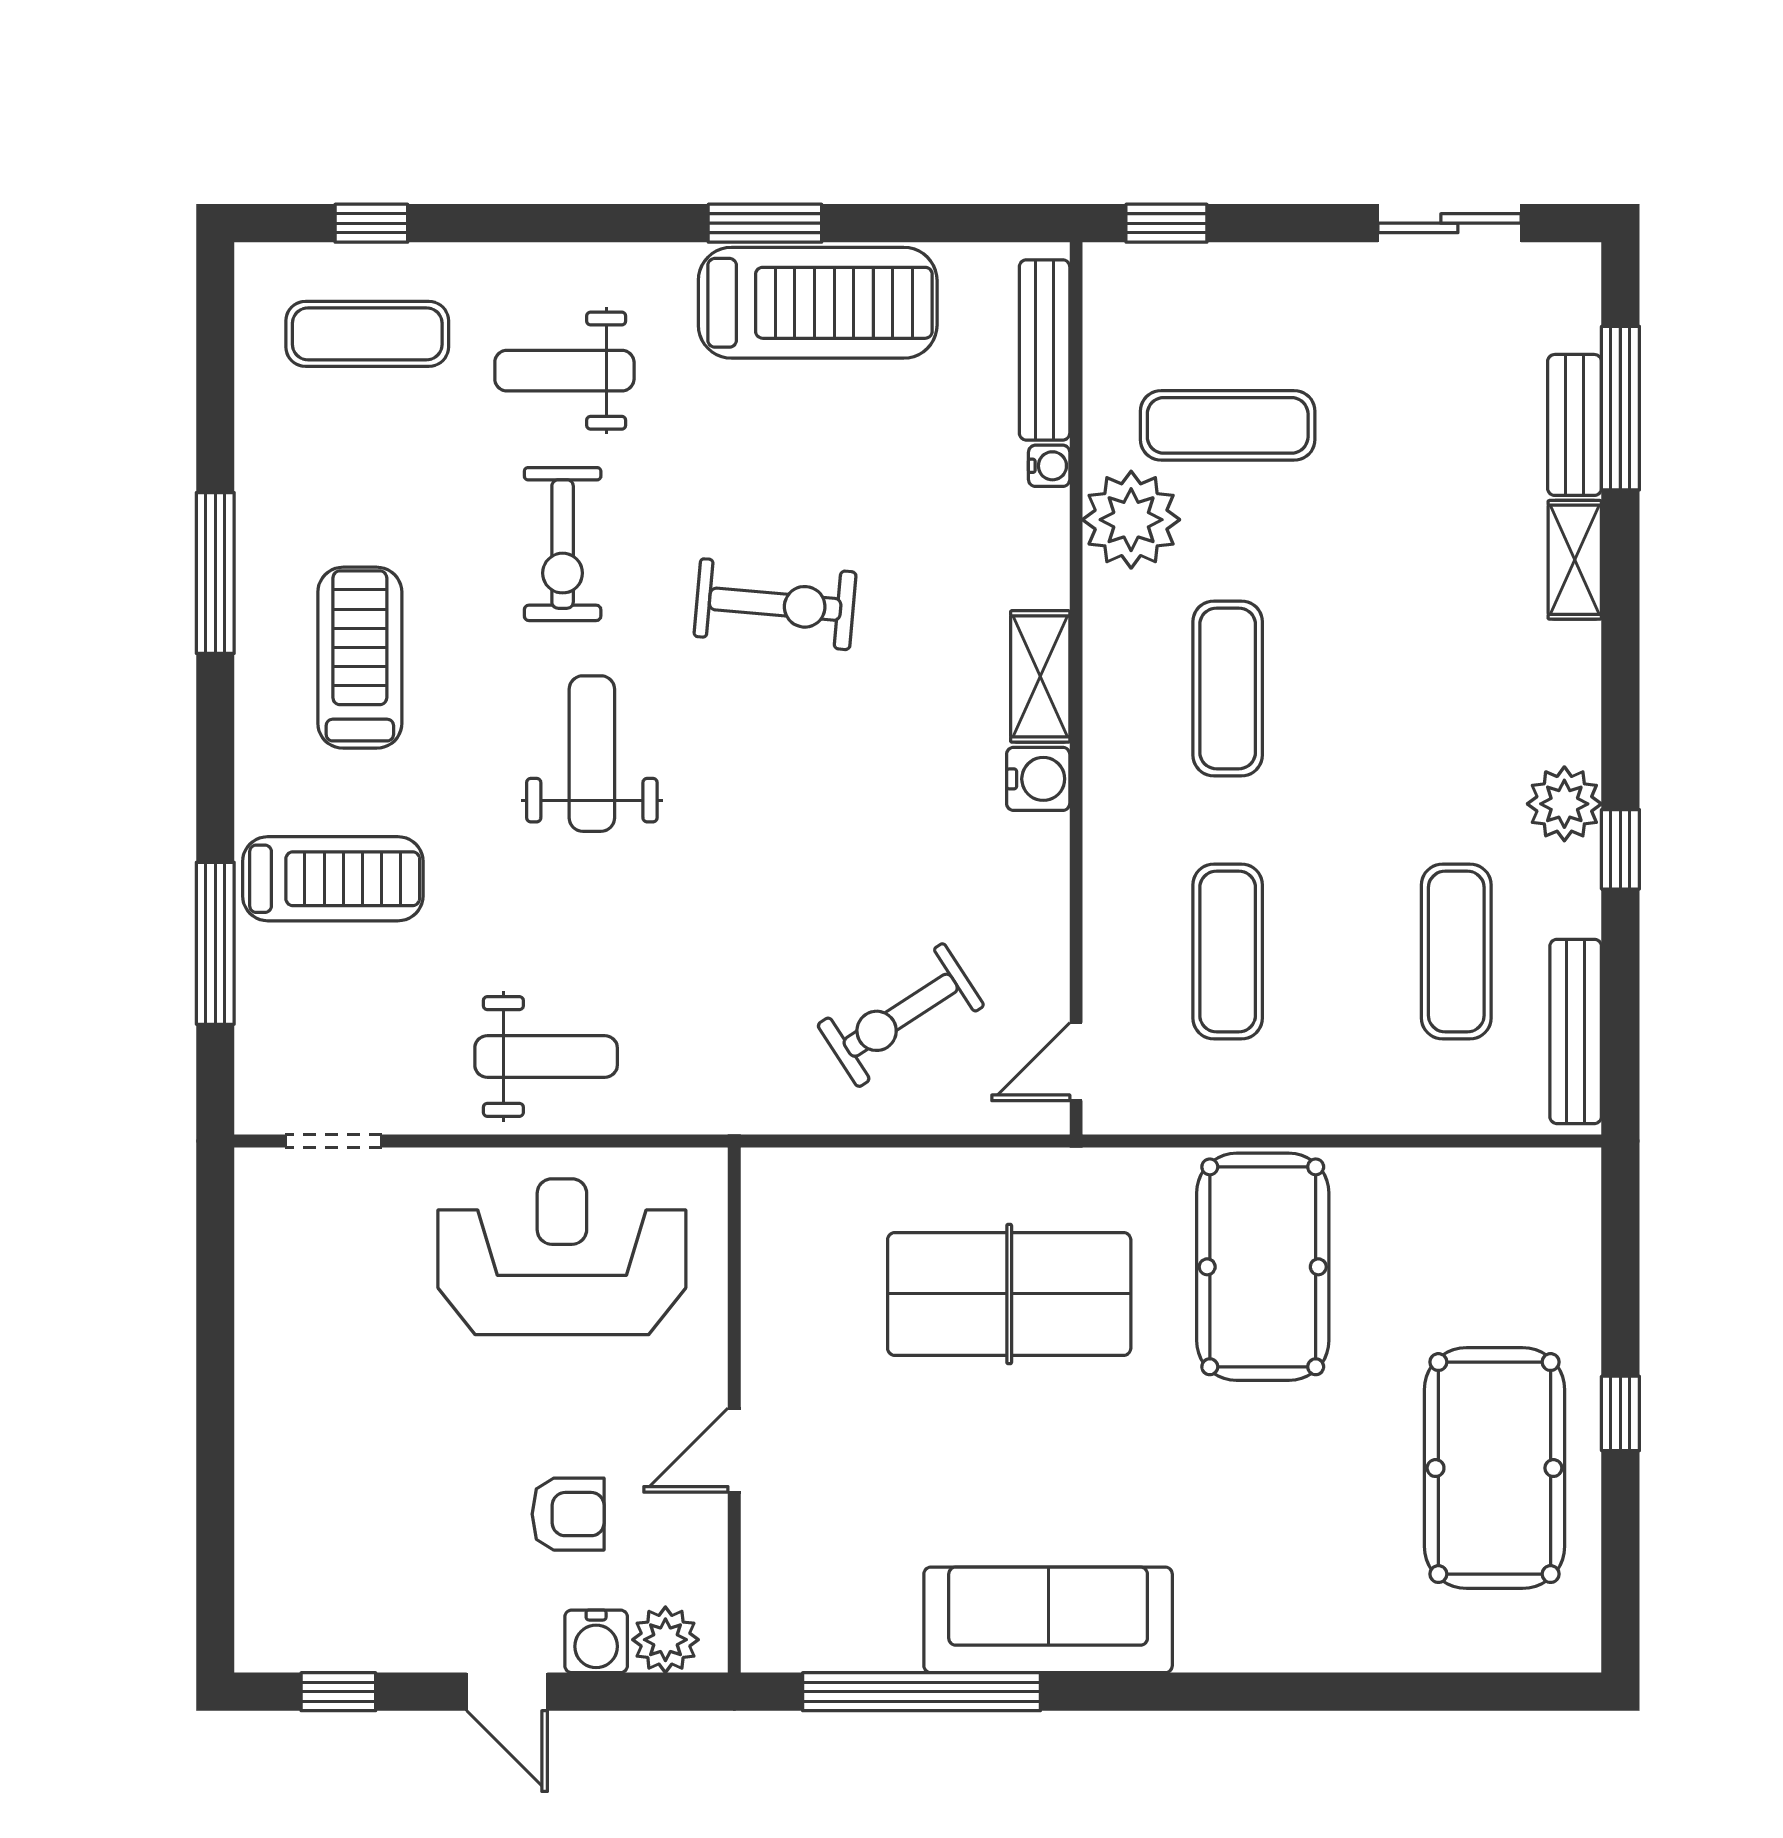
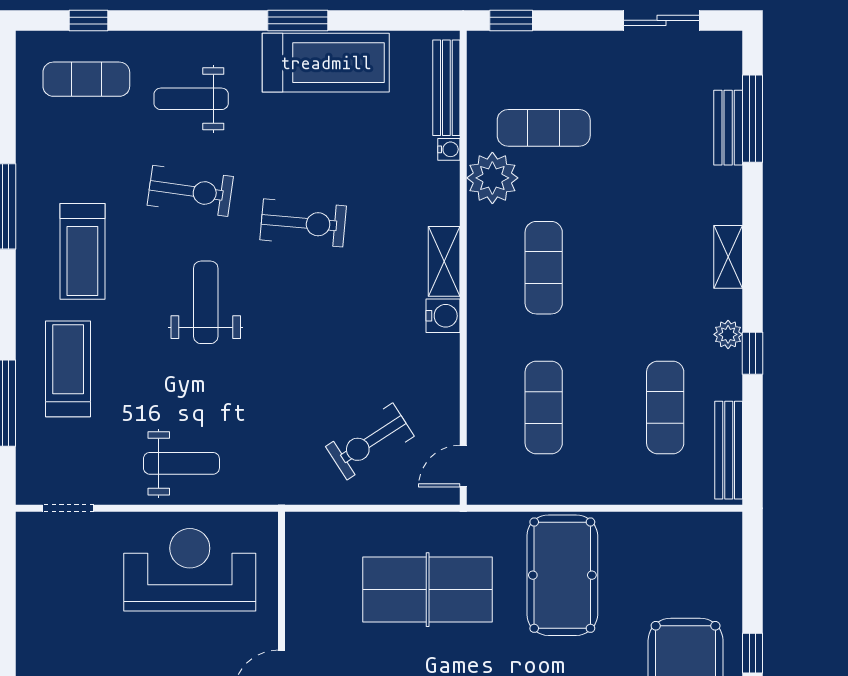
exercise bike: (563, 544) -> (190, 191), turned -82
shelving: (1575, 560) -> (728, 257), moved
treadmill: (360, 658) -> (82, 251), turned 180
plant: (1564, 804) -> (728, 334), width x0.73, depth x0.73
treadmill: (333, 879) -> (68, 369), turned -90

